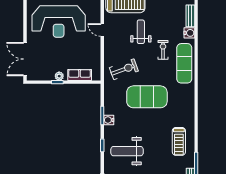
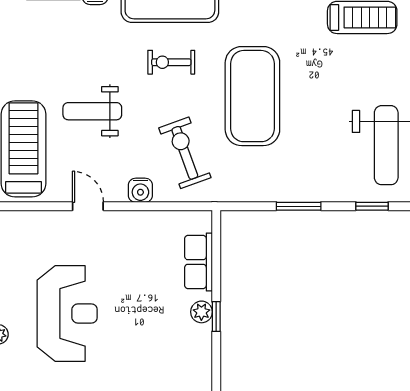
reception desk: (59, 22) -> (67, 314), width x0.74, depth x0.77
door: (102, 30) -> (88, 206), swing flipped
exercise bike: (163, 50) -> (171, 62), moved
water cooler: (109, 120) -> (140, 190), moved

